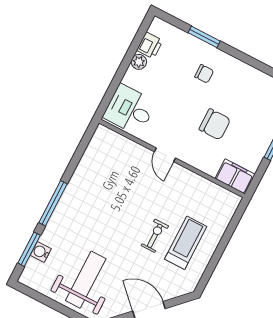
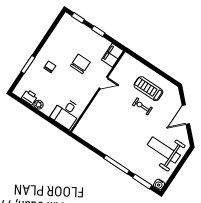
door: (165, 155) -> (103, 83), moved
water cooler: (41, 252) -> (159, 184), moved

